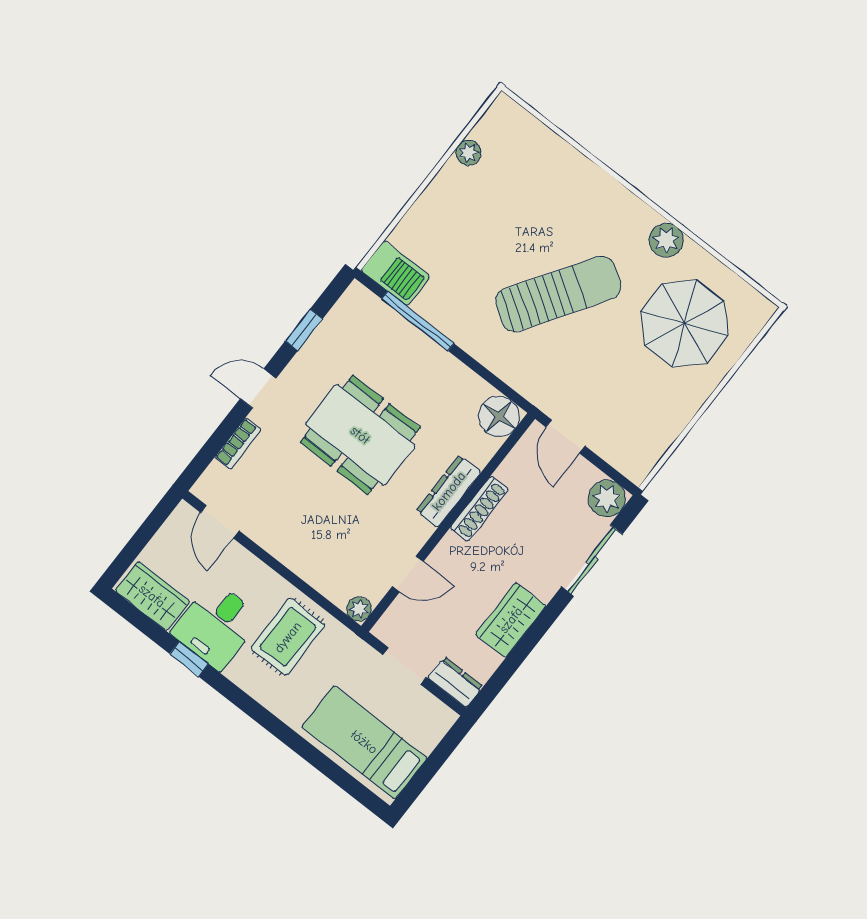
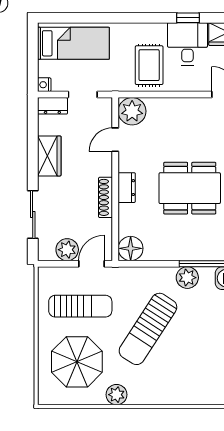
plant: (455, 321) -> (187, 278), added
sun lounger: (623, 393) -> (80, 306), added
door: (565, 437) -> (91, 264), hinge flipped
dresser: (449, 491) -> (127, 188), width x0.70
plant: (607, 498) -> (67, 250), moved
plant: (359, 609) -> (132, 111), width x1.88, depth x1.88
nightstand: (445, 718) -> (44, 85), added

